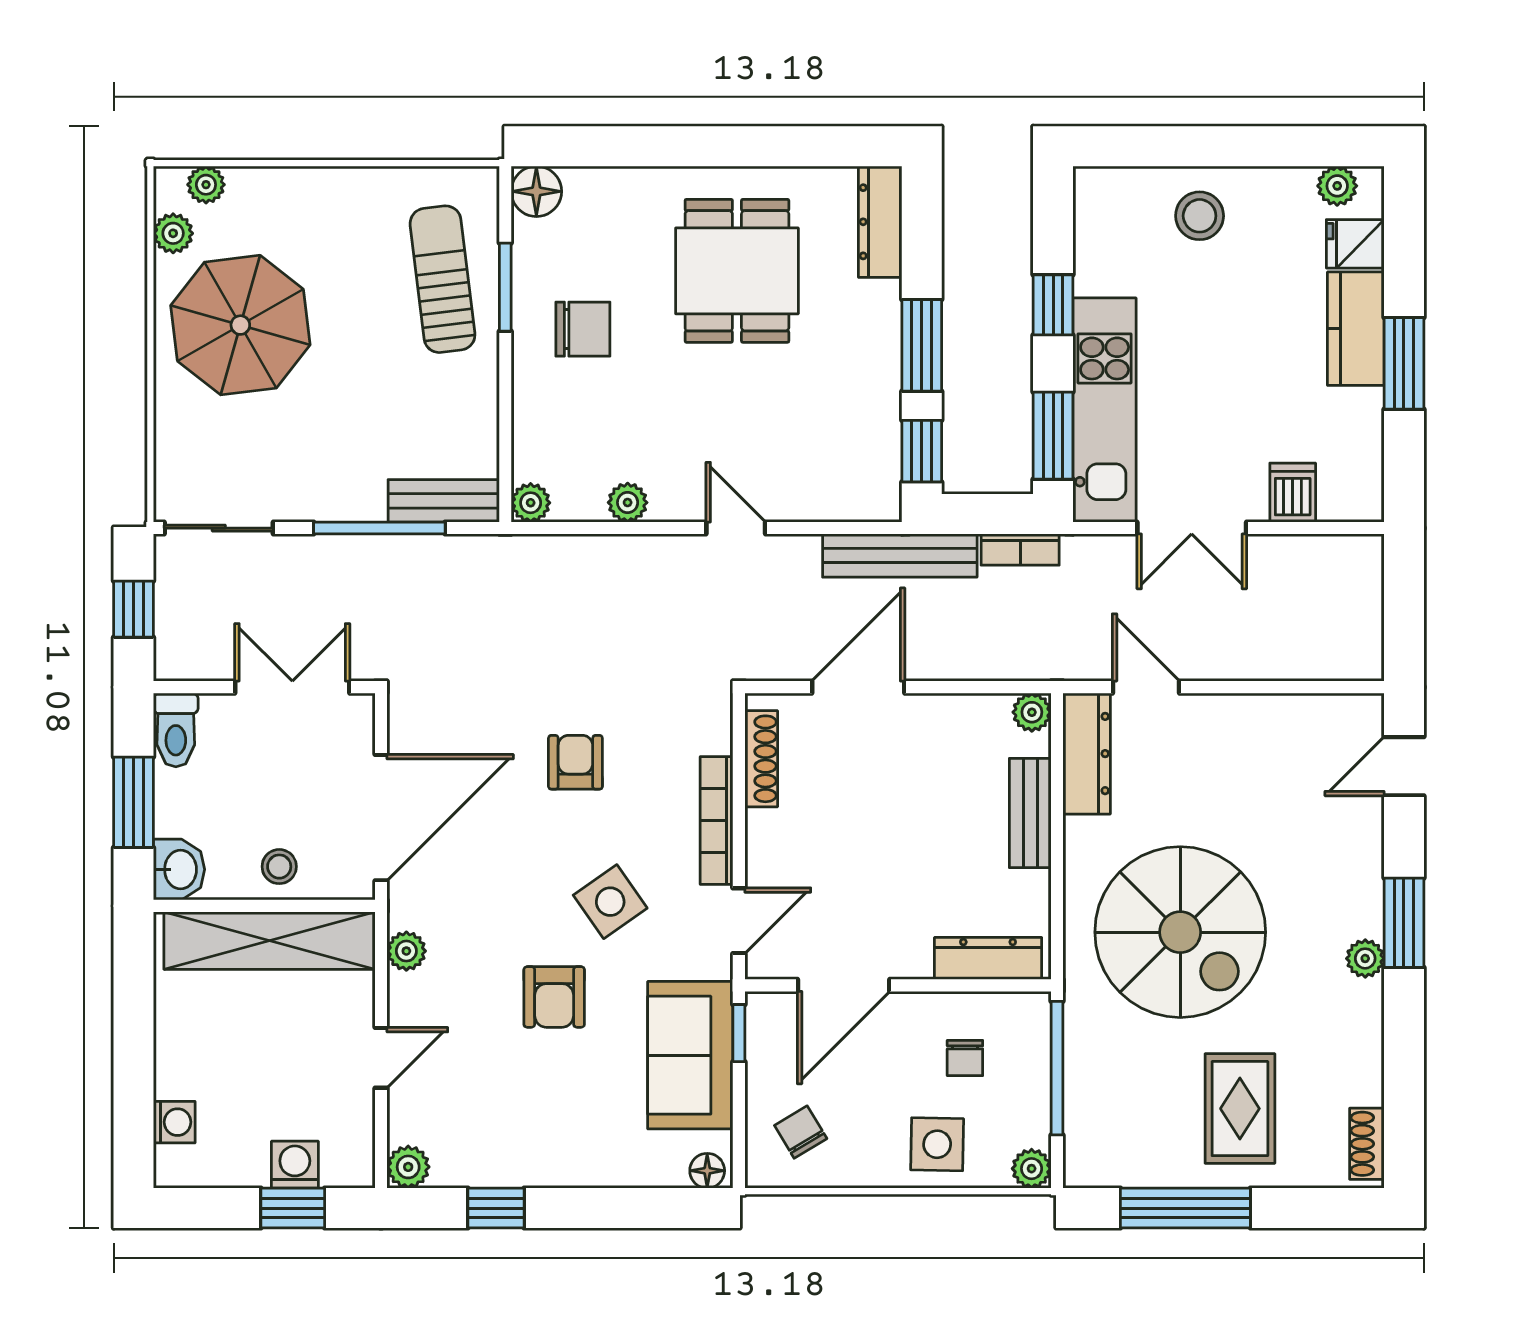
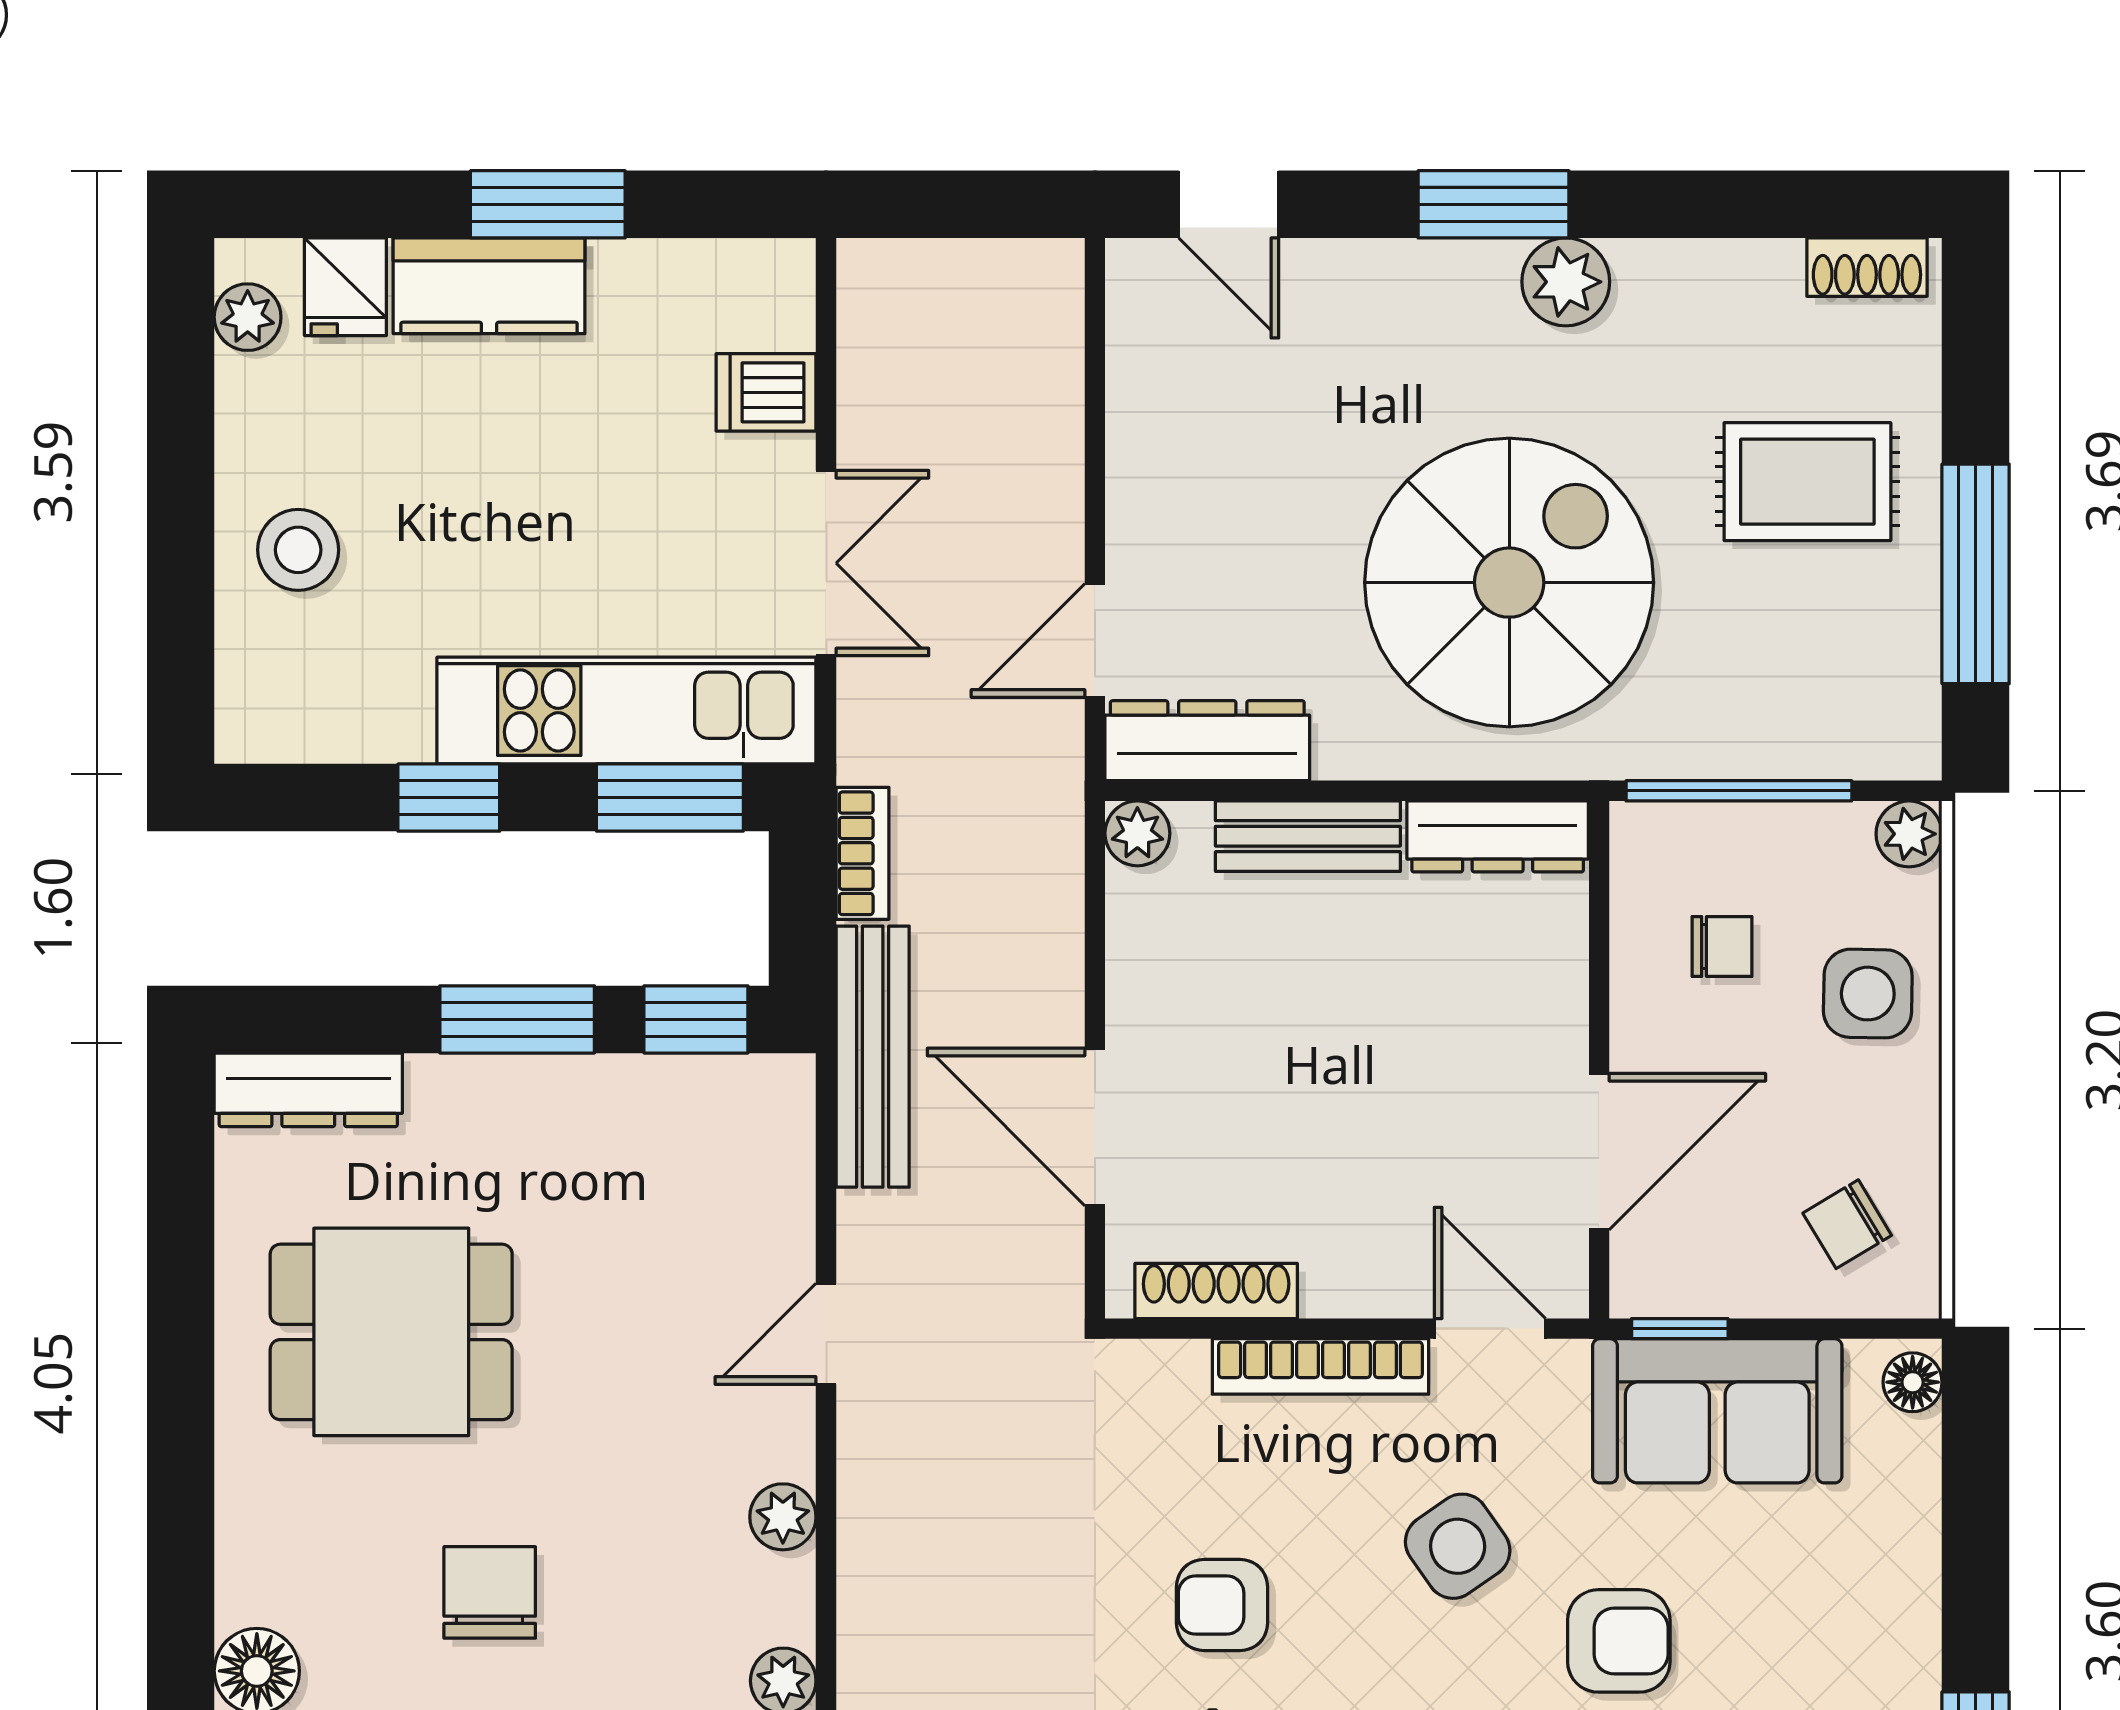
dresser: (988, 958) -> (1498, 836), moved, turned -90
plant: (1365, 958) -> (1566, 282), width x1.38, depth x1.38
door: (844, 985) -> (1599, 1152), hinge flipped

